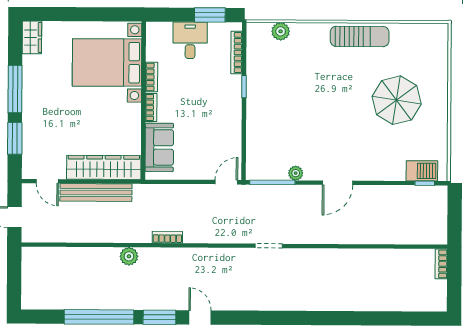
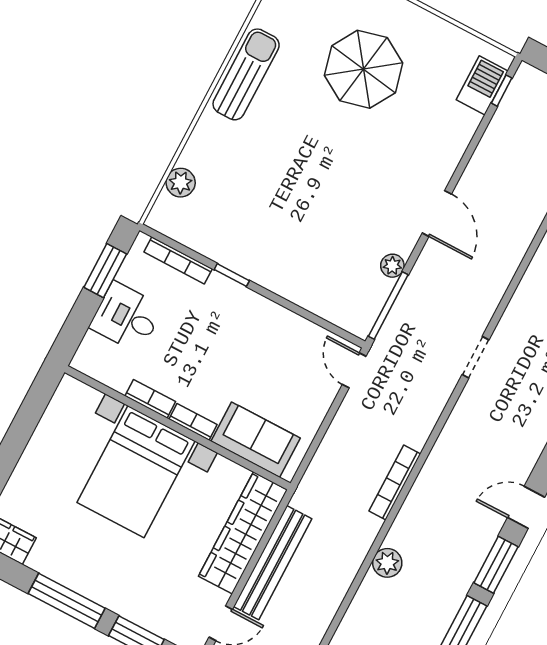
bed with nightstands: (107, 63) -> (136, 472), moved
bookcase: (167, 237) -> (395, 482), width x1.56

